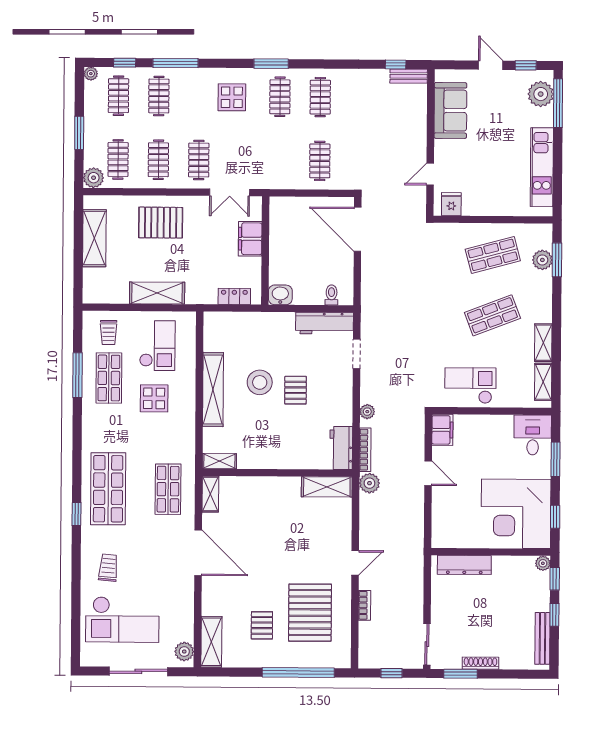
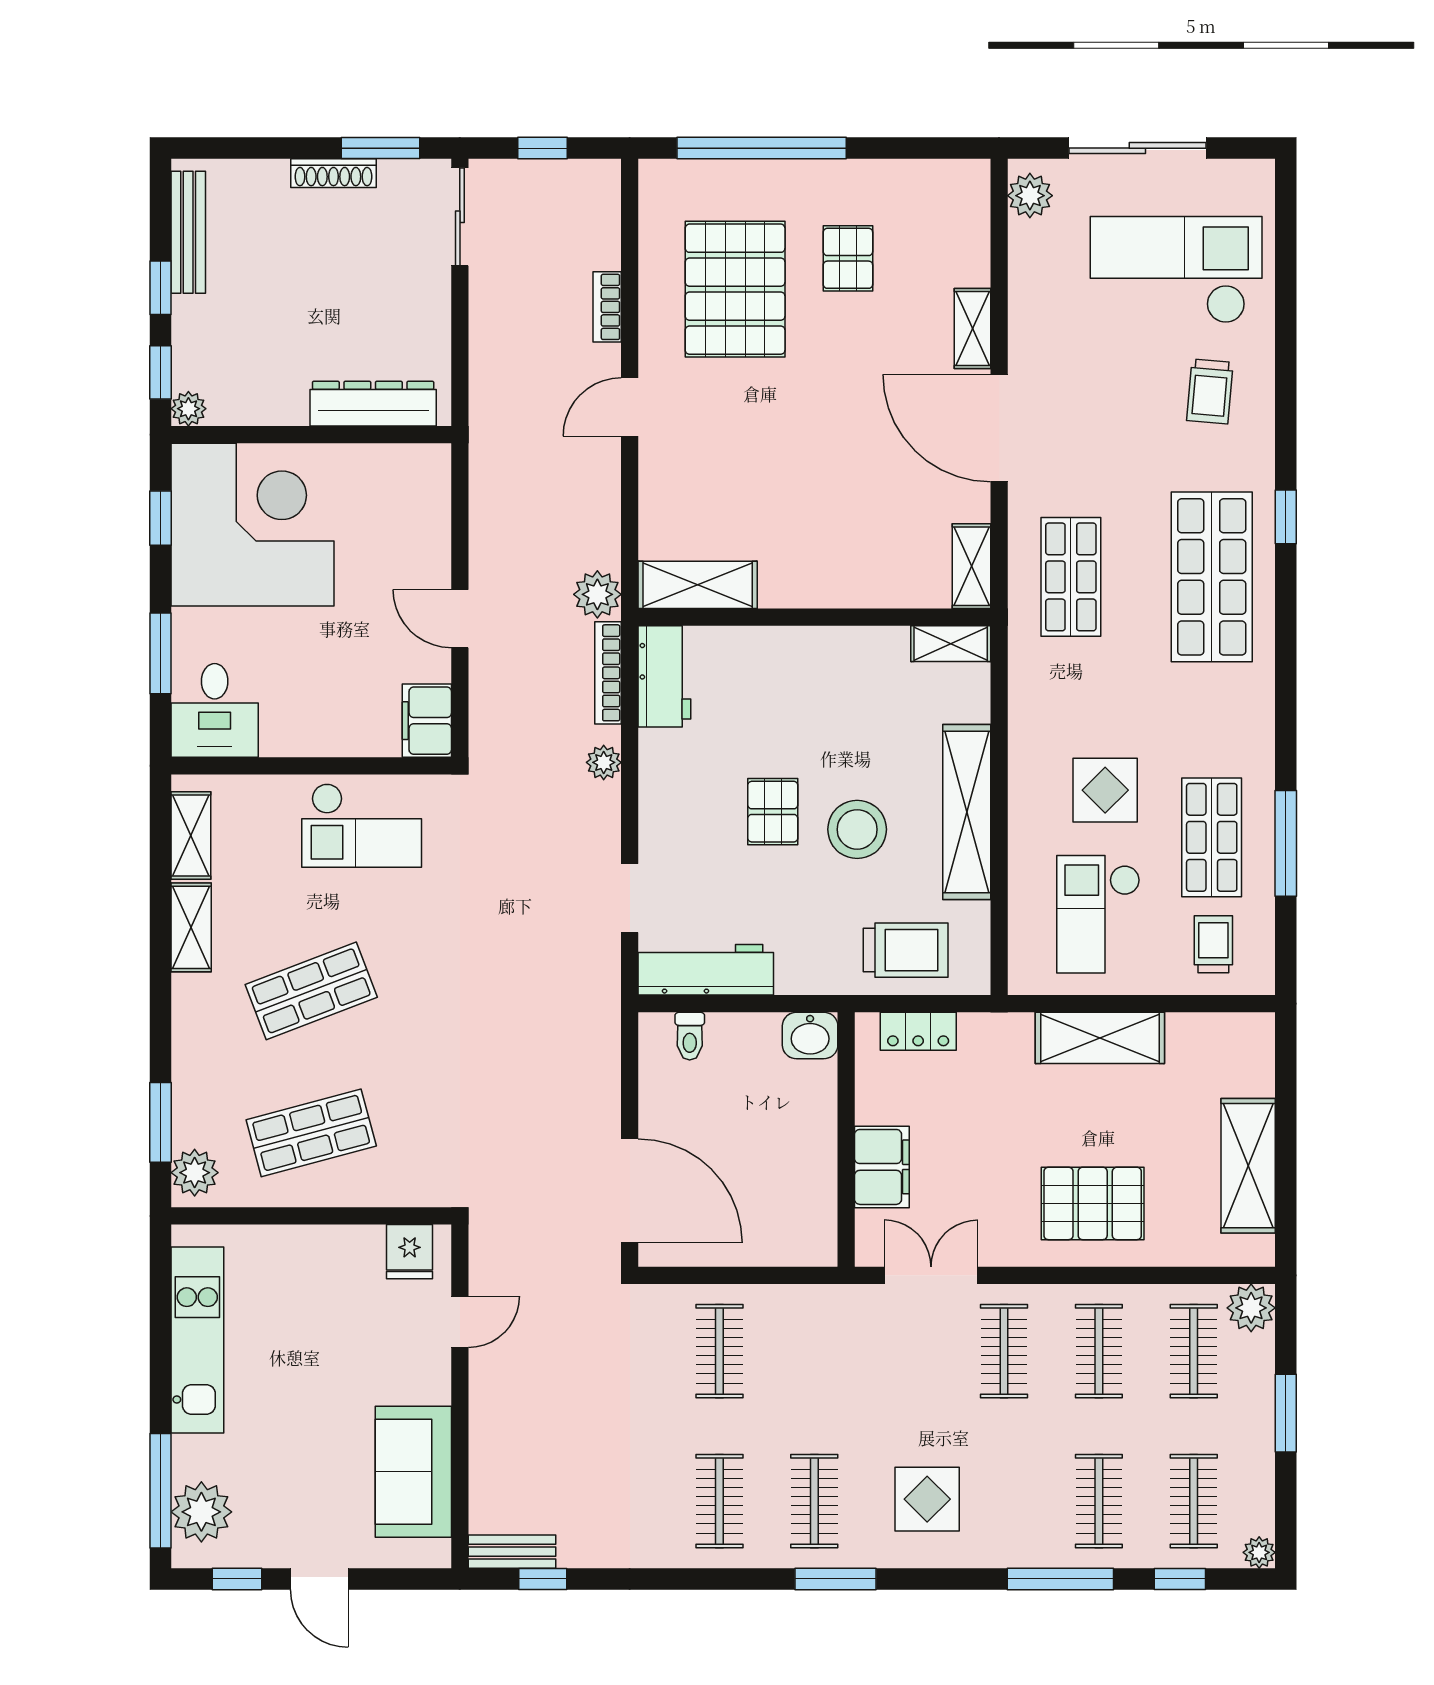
plant: (542, 260) -> (195, 1173), moved
trolley: (239, 331) -> (906, 950), added
shelving: (211, 642) -> (973, 329), moved, width x0.67, depth x0.75

